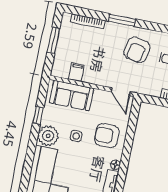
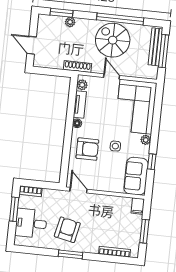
window: (122, 20) -> (70, 254), moved
filing cabinet: (76, 72) -> (138, 206), moved
sofa: (72, 96) -> (136, 176), moved, turned -90
plant: (48, 136) -> (146, 140), width x0.53, depth x0.53

